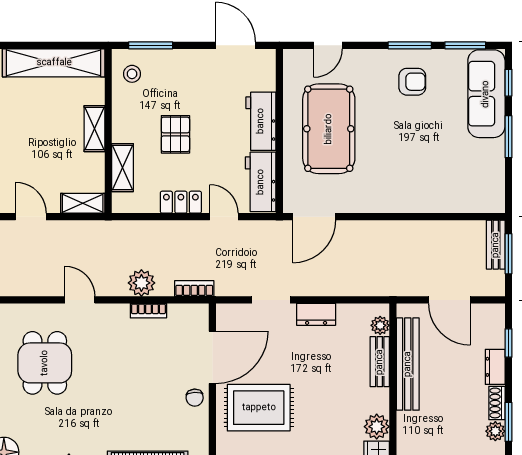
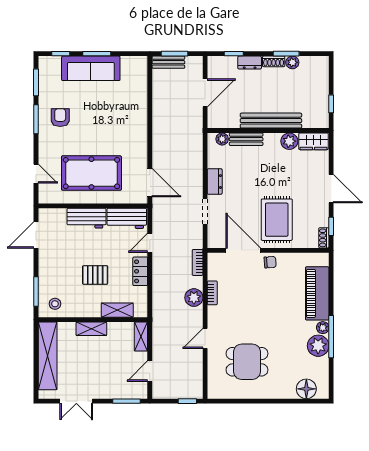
sofa: (486, 94) -> (91, 68), moved
bench: (408, 364) -> (271, 121), moved

